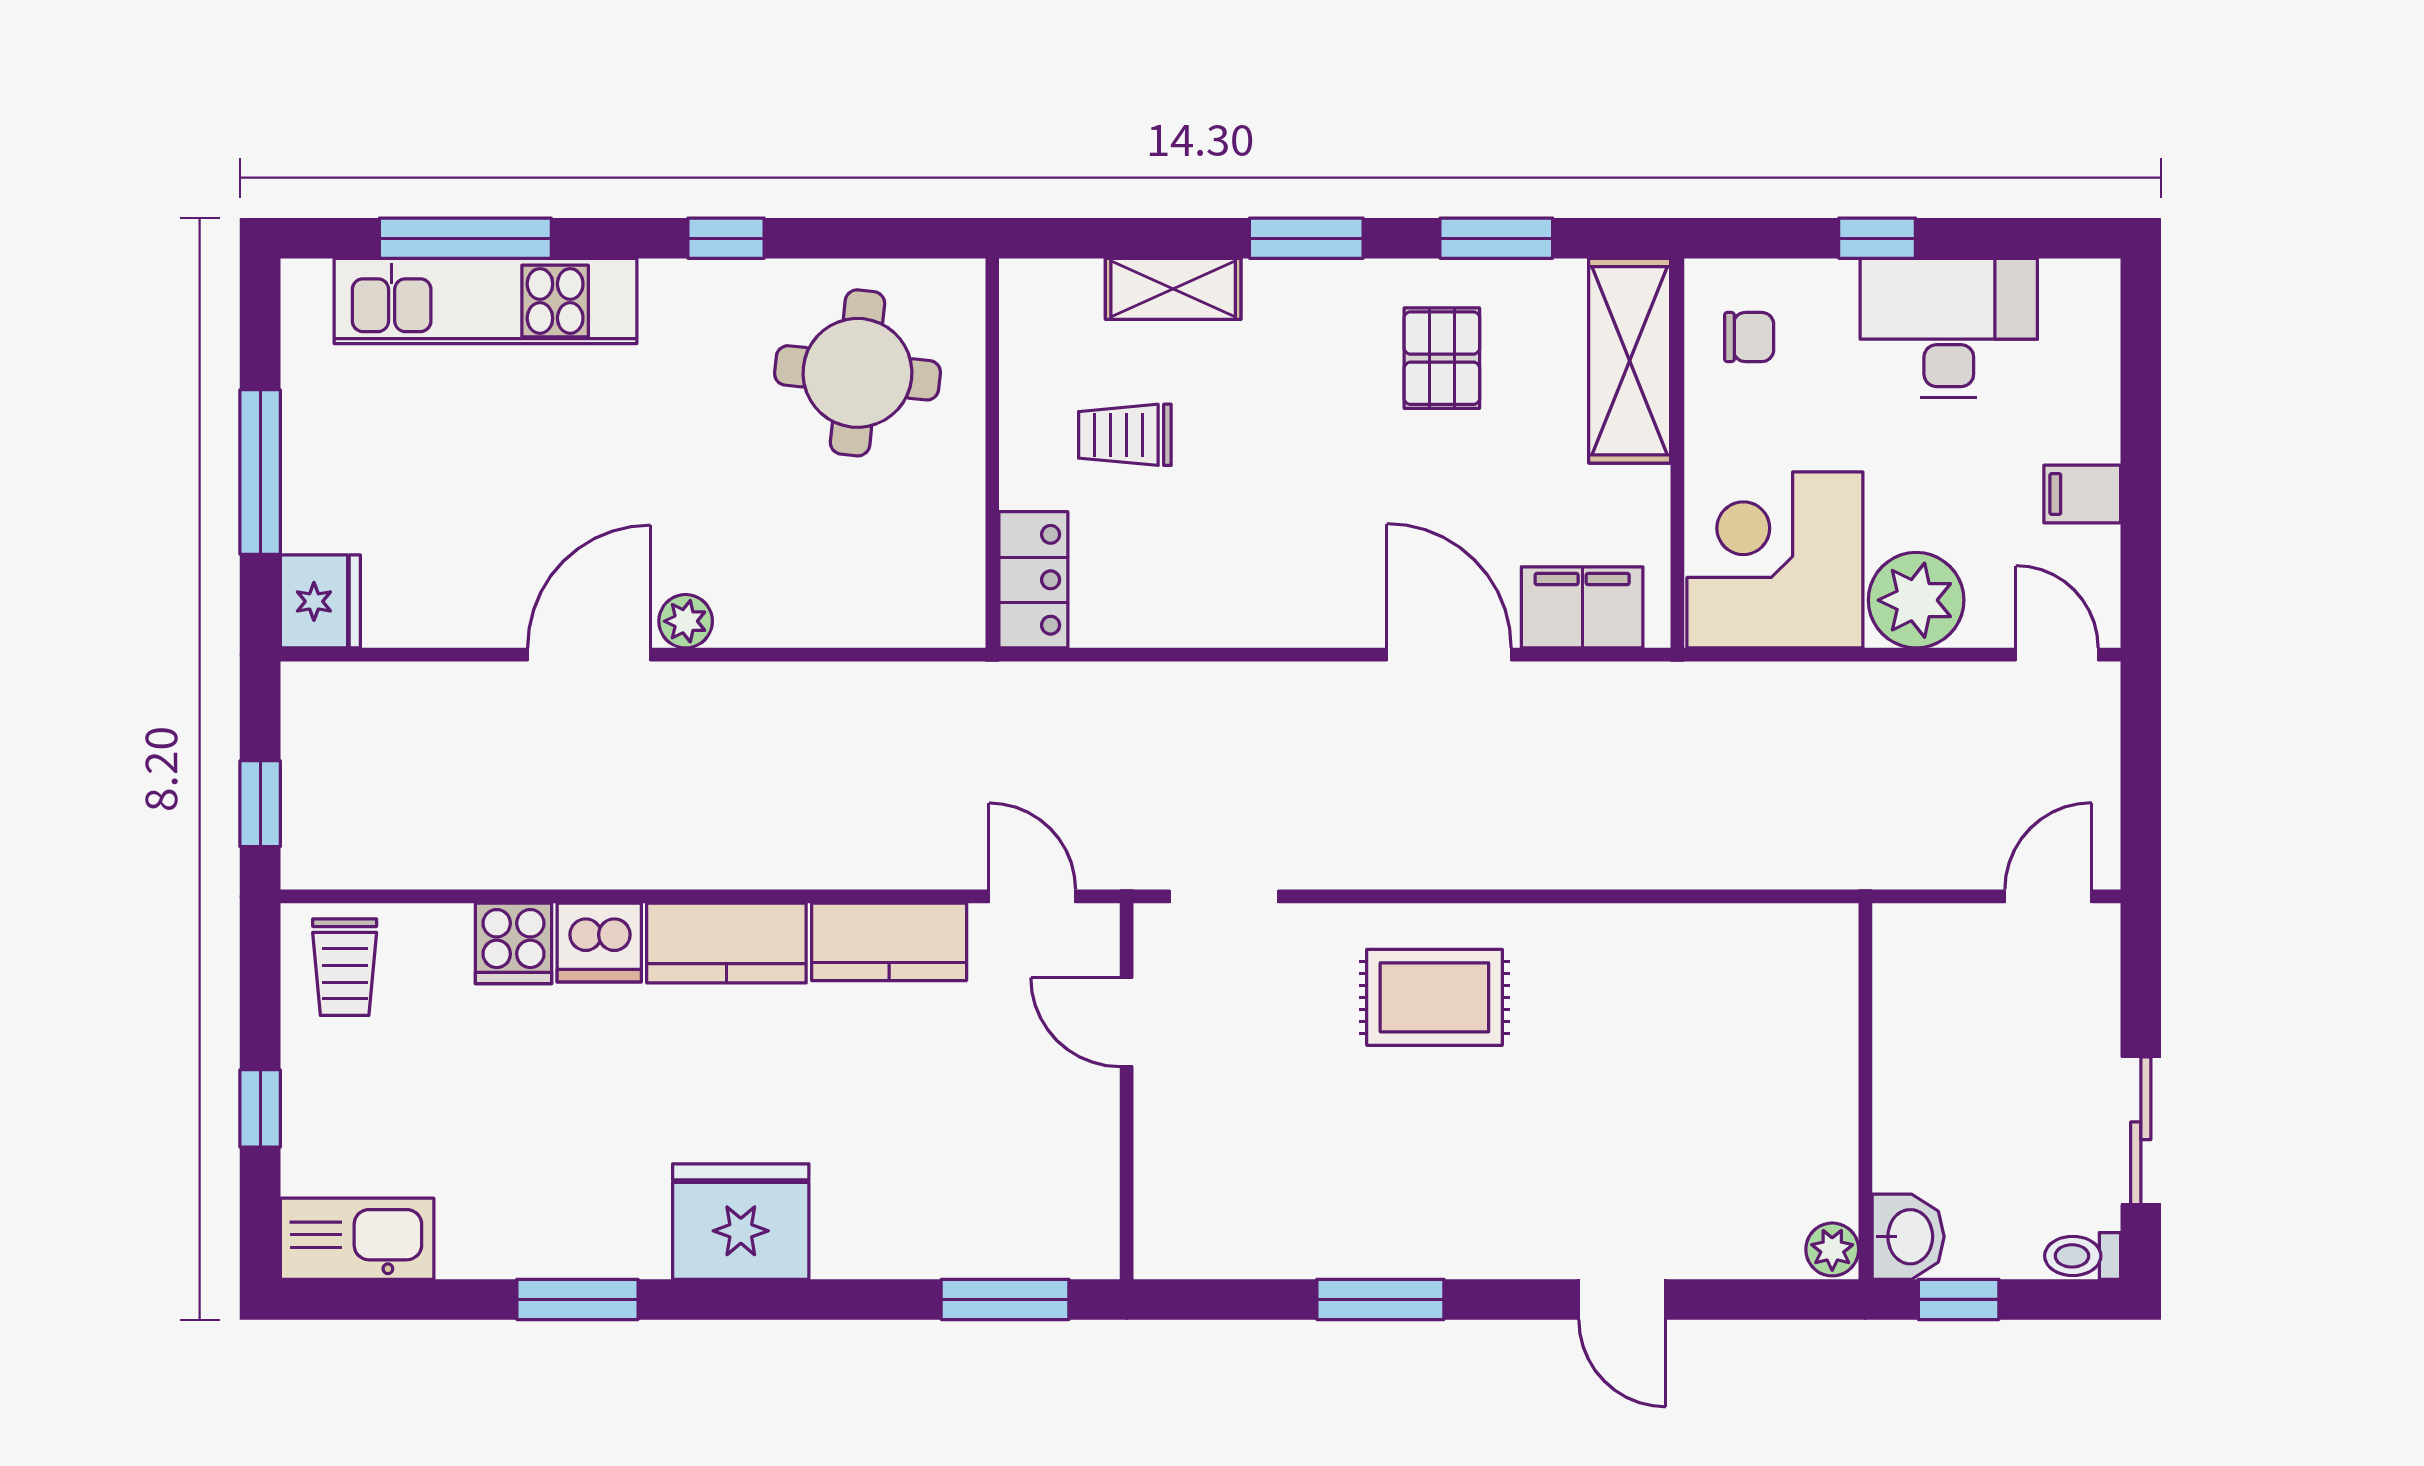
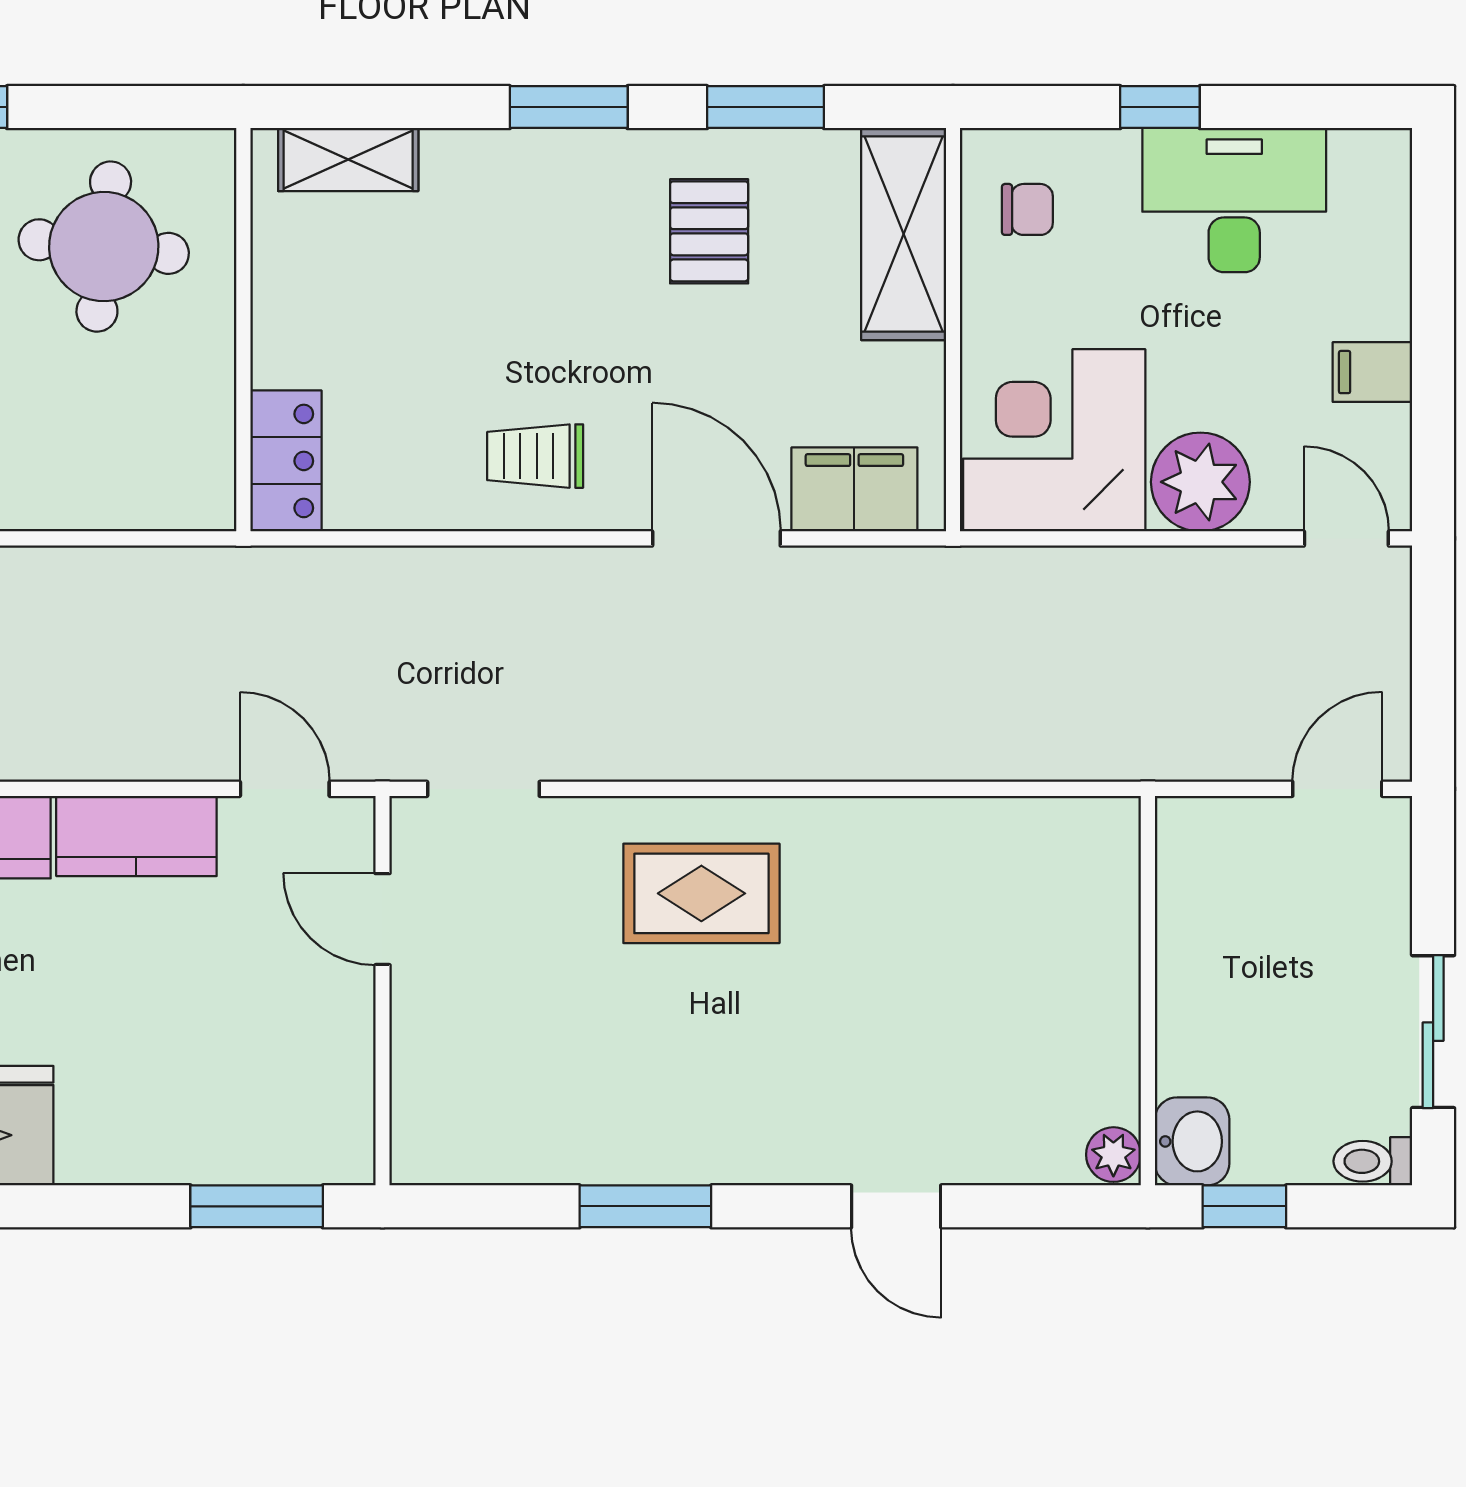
shelving: (1173, 289) -> (348, 159), moved
trolley: (1125, 435) -> (535, 456), moved

